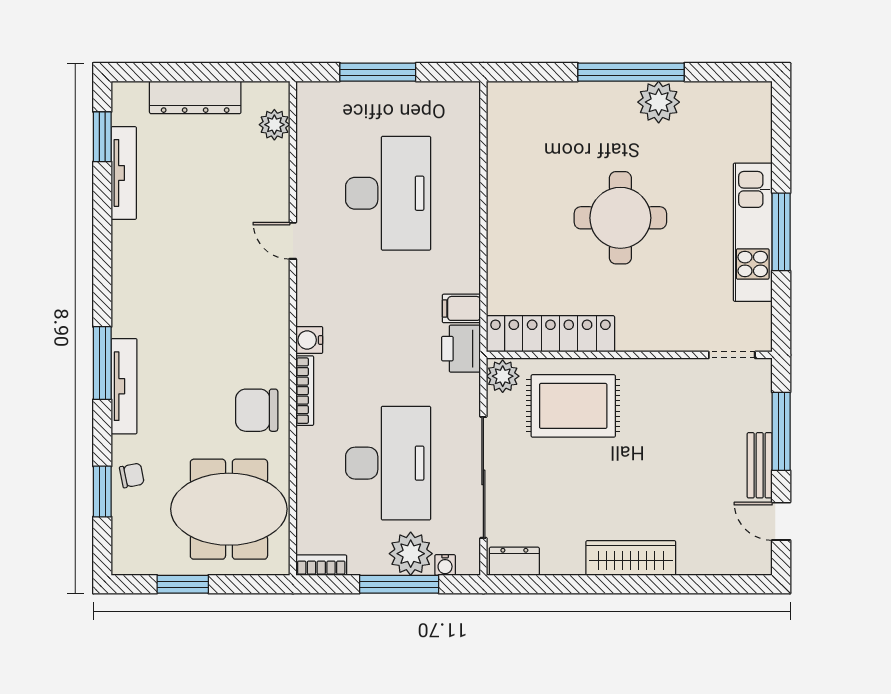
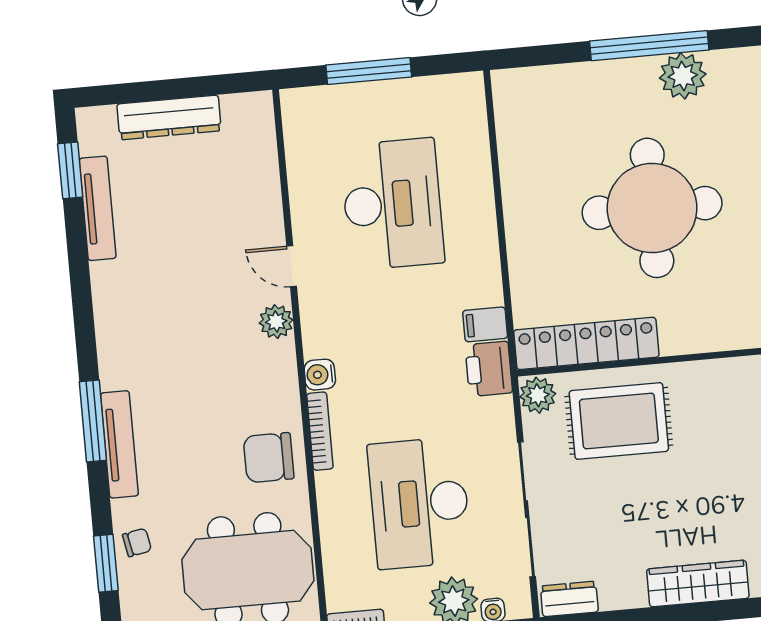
plant: (274, 125) -> (276, 322), moved
round table: (620, 218) -> (652, 208), width x1.36, depth x1.36
desk: (388, 463) -> (420, 503), turned 180

